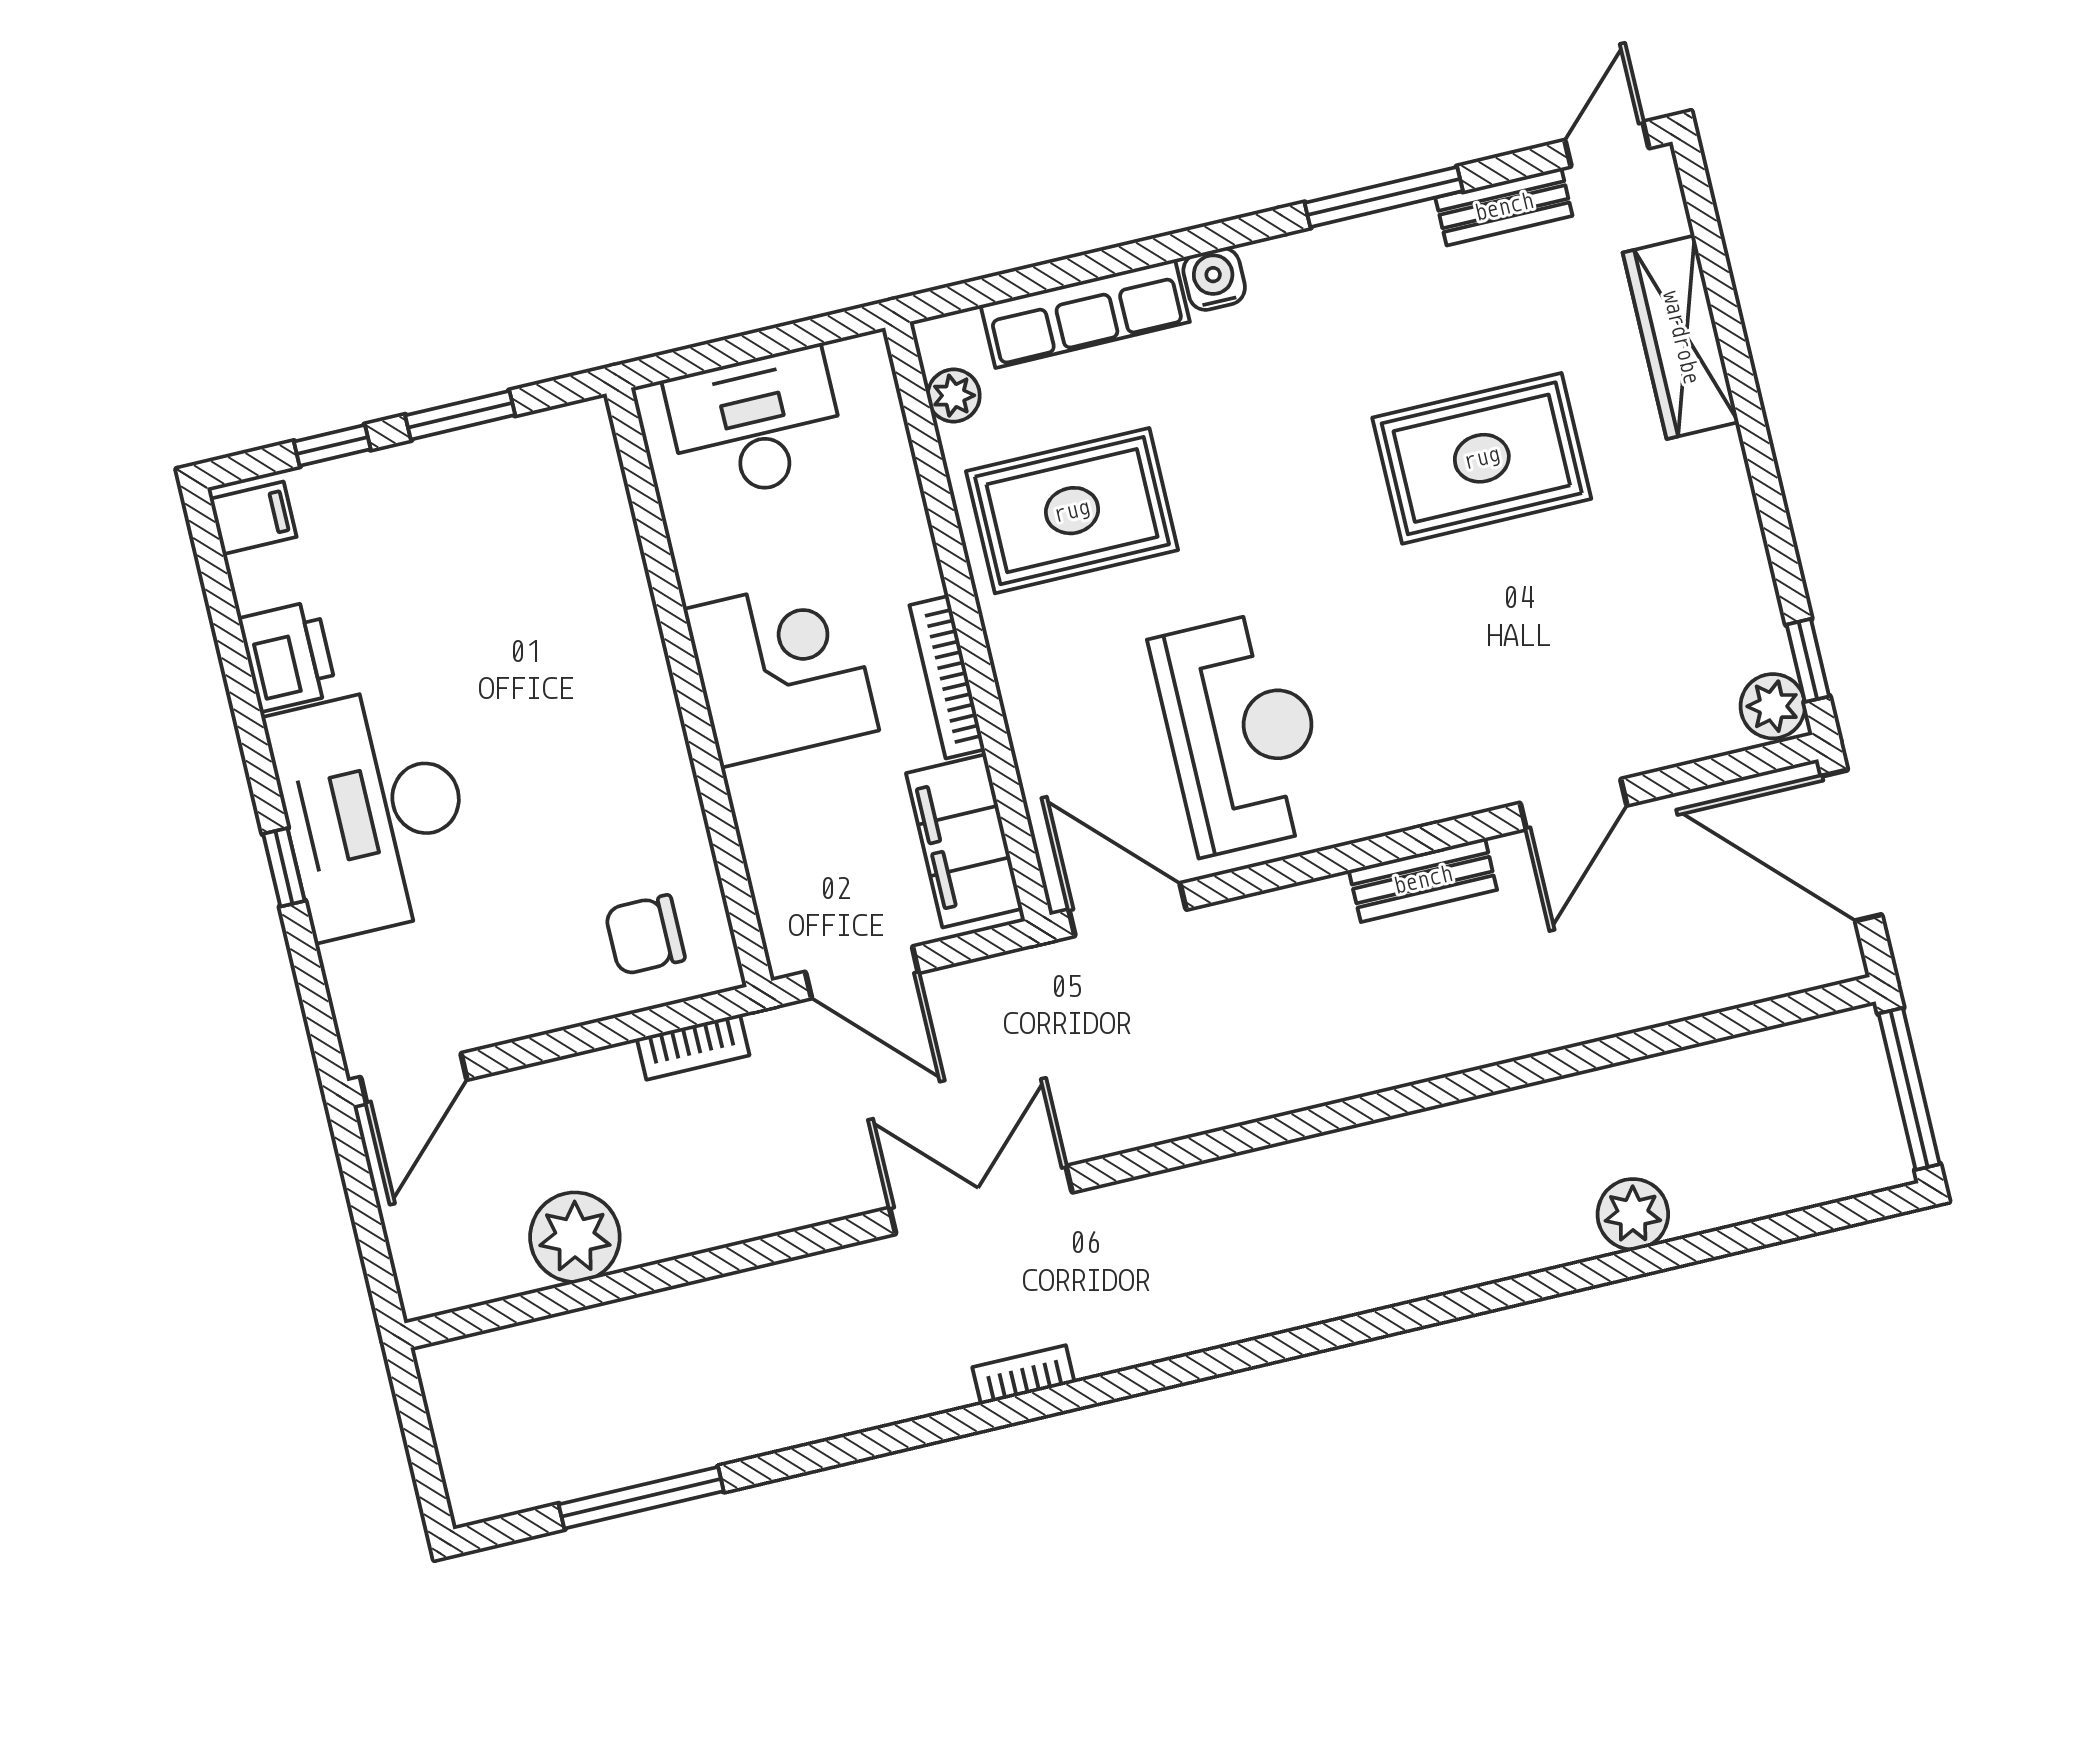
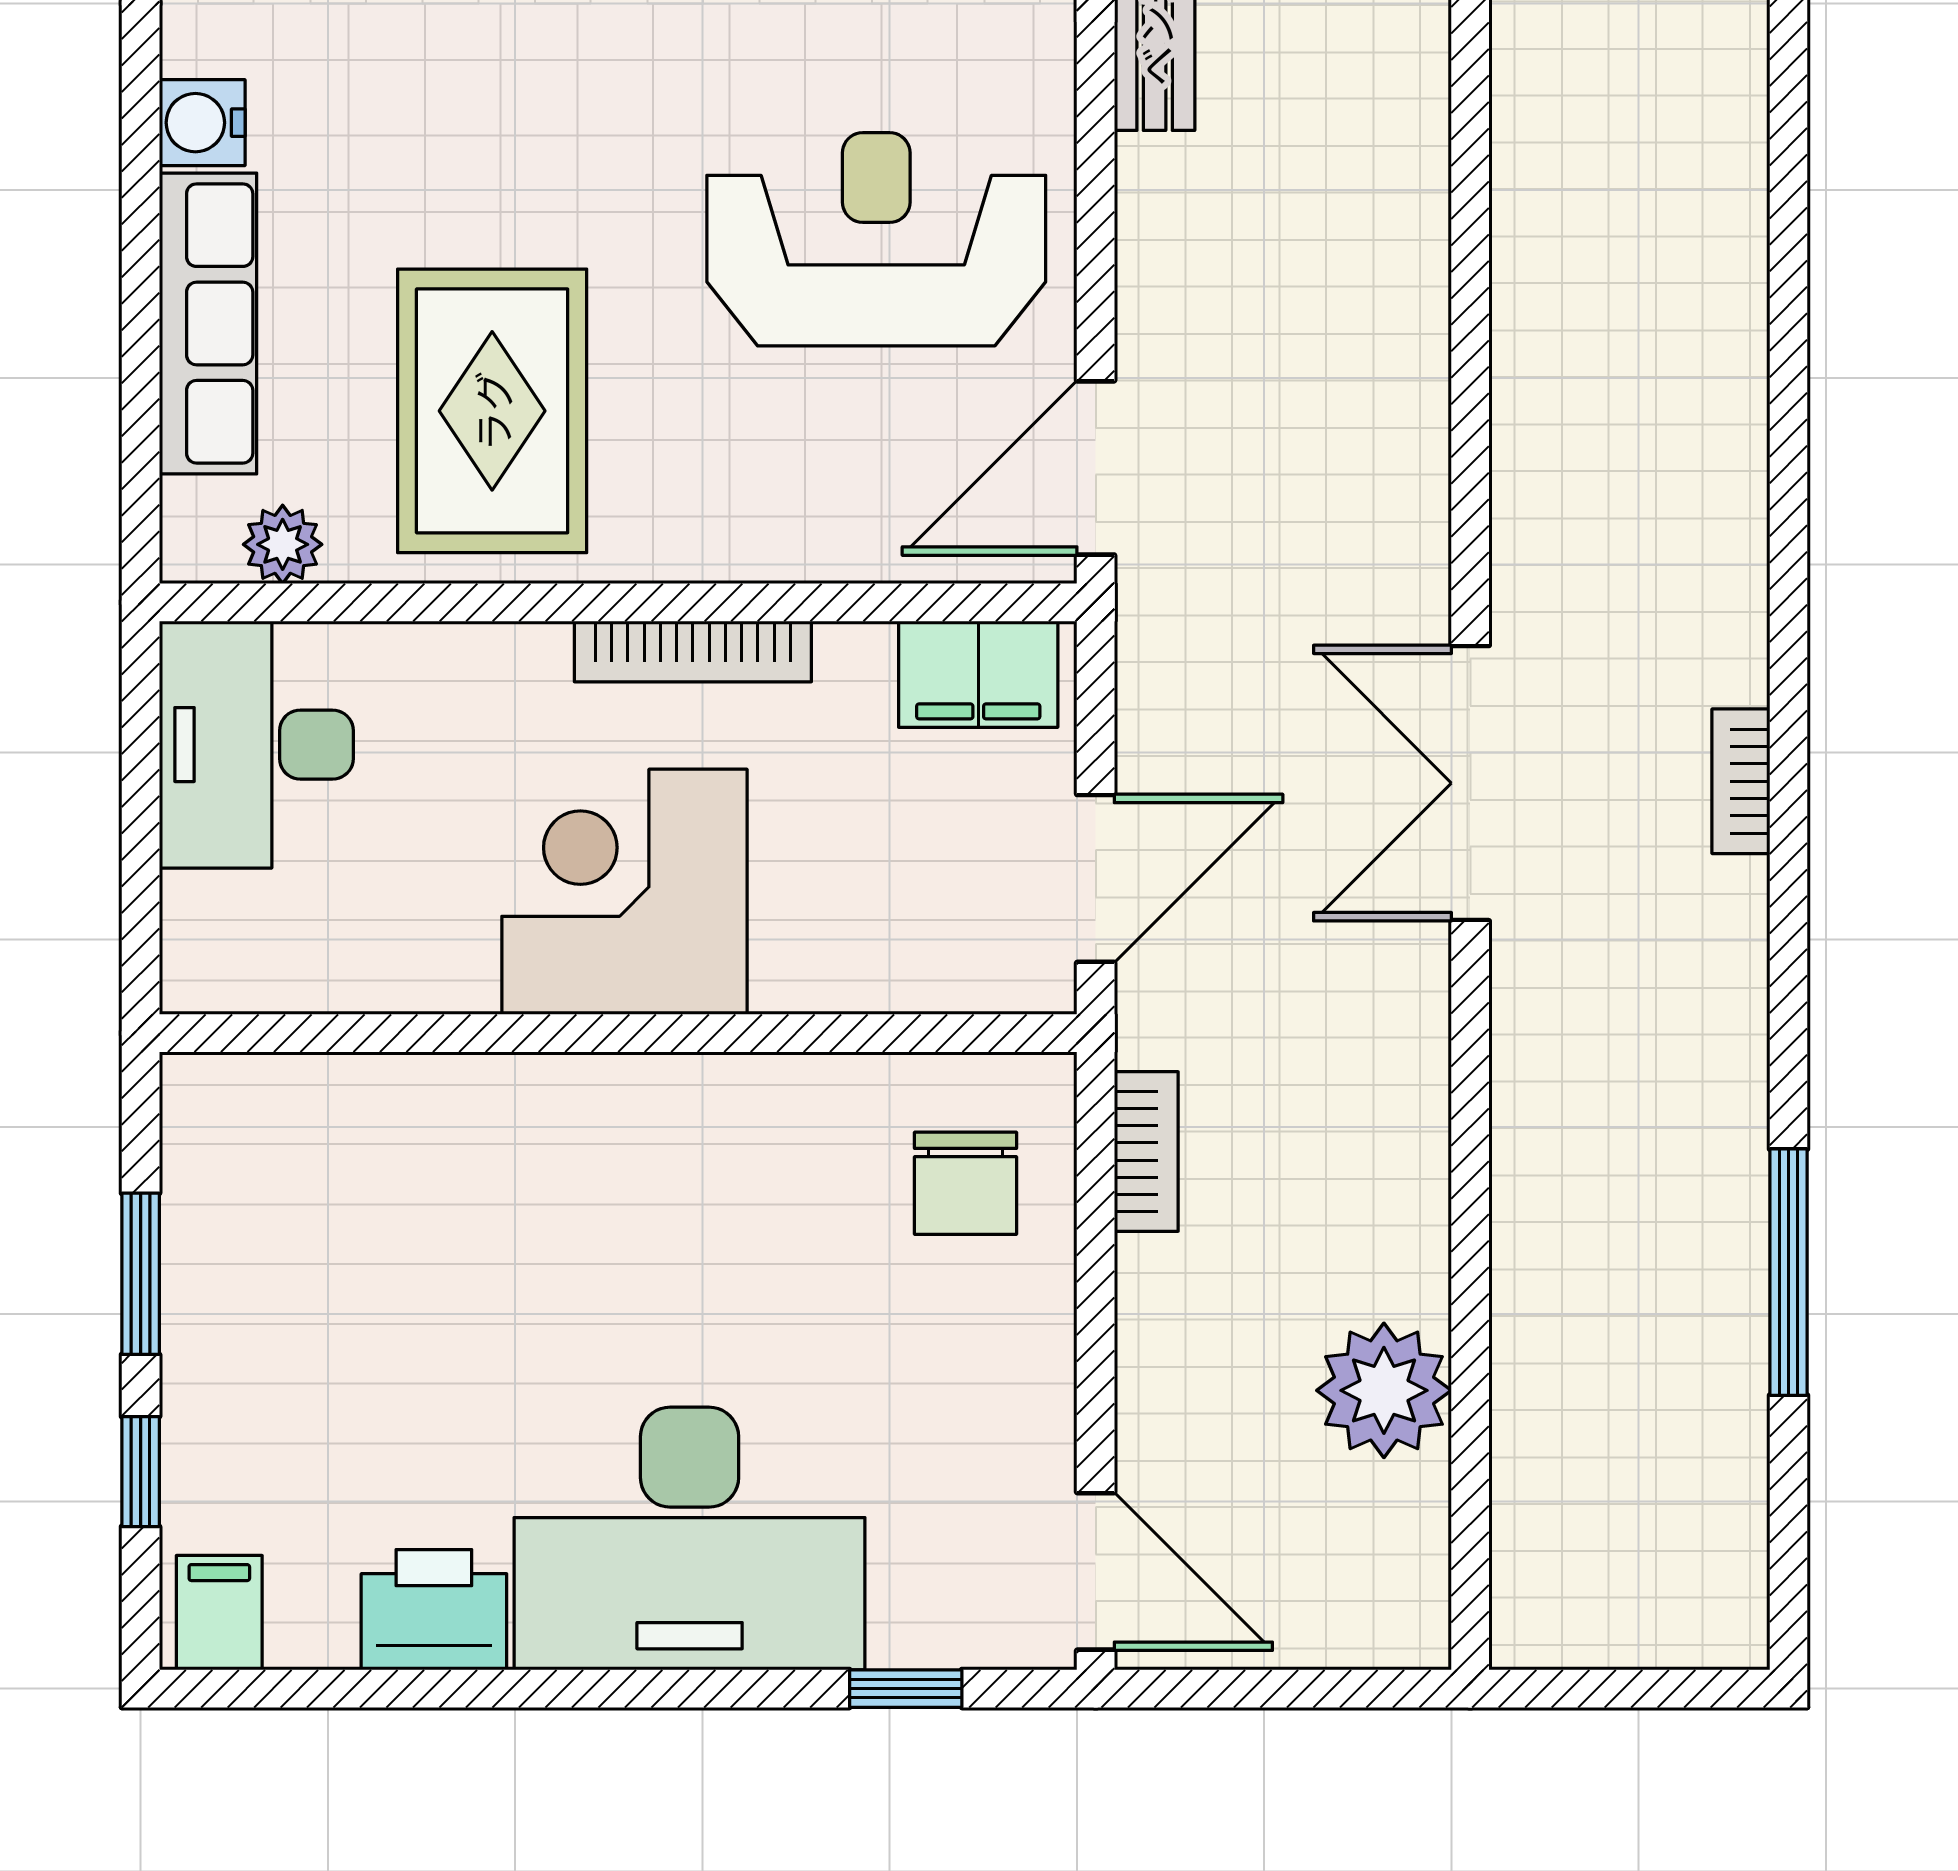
desk: (756, 424) -> (256, 745), moved
filing cabinet: (964, 841) -> (978, 674), width x0.67, depth x0.86
window: (284, 867) -> (906, 1689), moved
window: (641, 1498) -> (1789, 1272), moved

